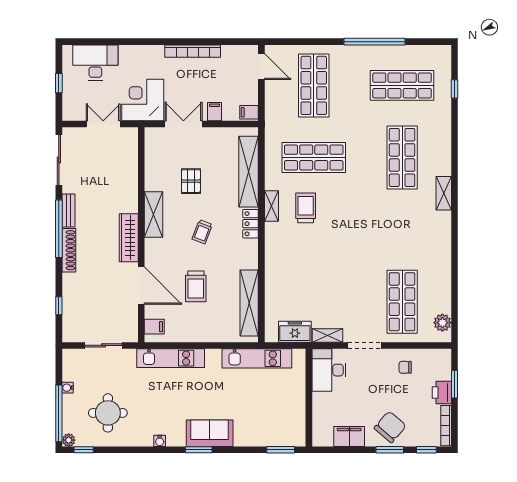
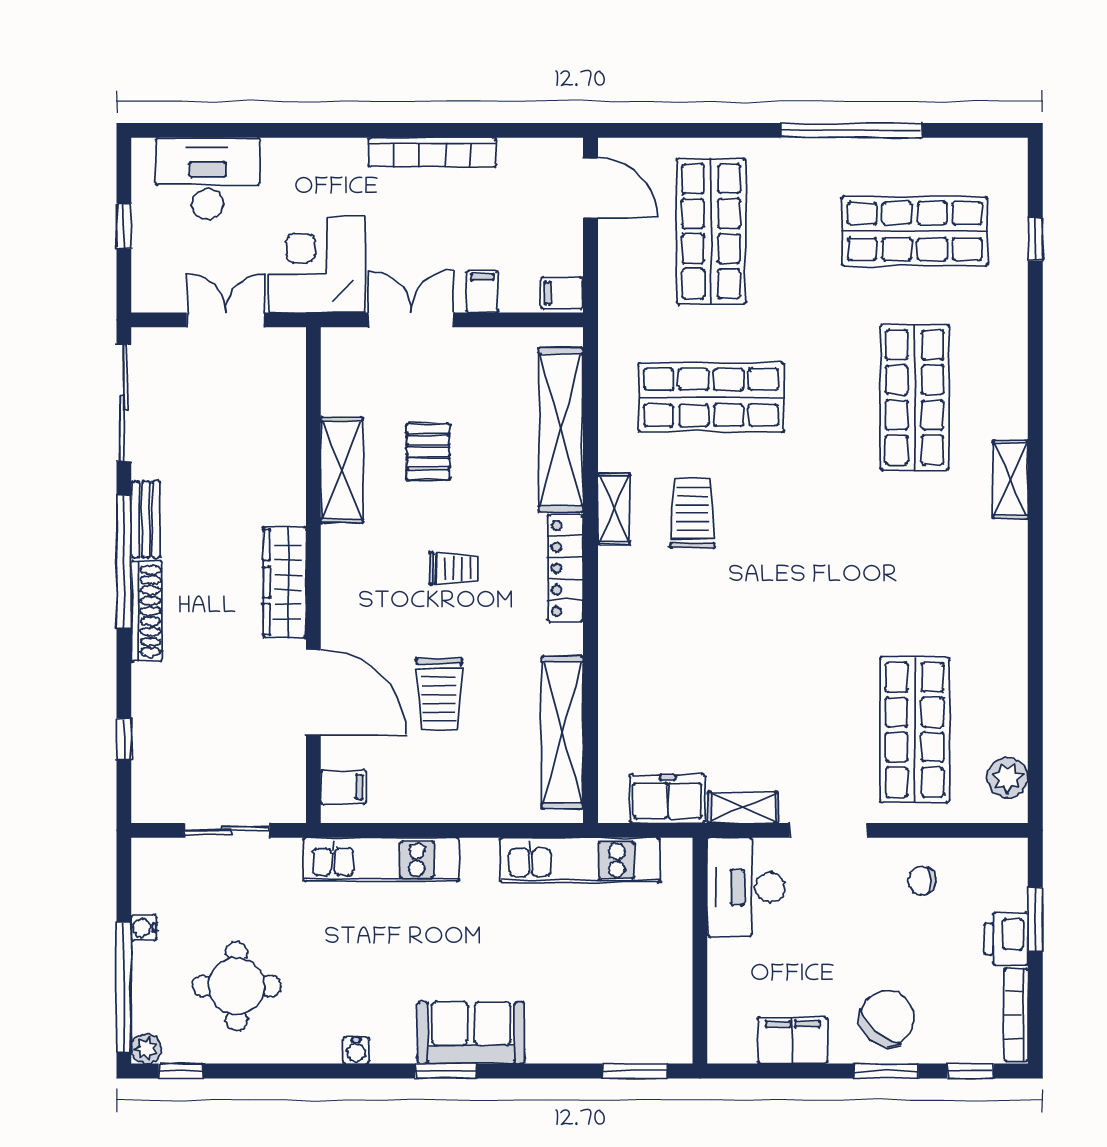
shelving: (153, 215) -> (342, 470), moved
locker: (251, 224) -> (565, 568), width x1.53
trolley: (202, 232) -> (454, 568), turned -111

